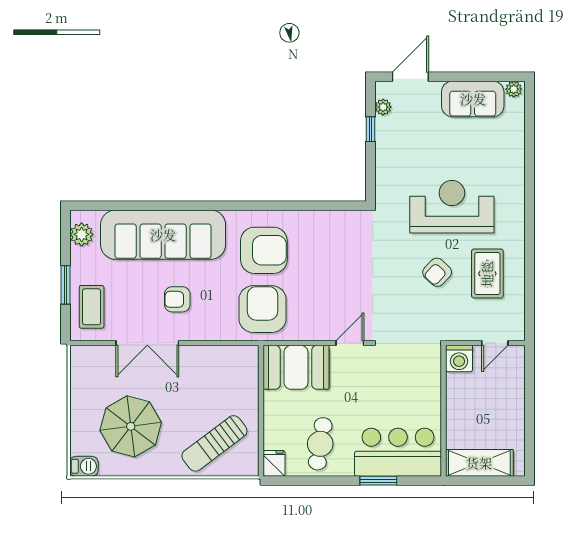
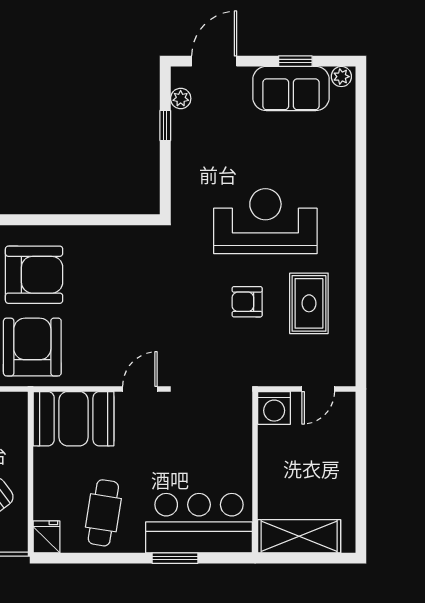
window: (476, 77) -> (295, 61), added
armchair: (437, 272) -> (247, 302), turned 47

